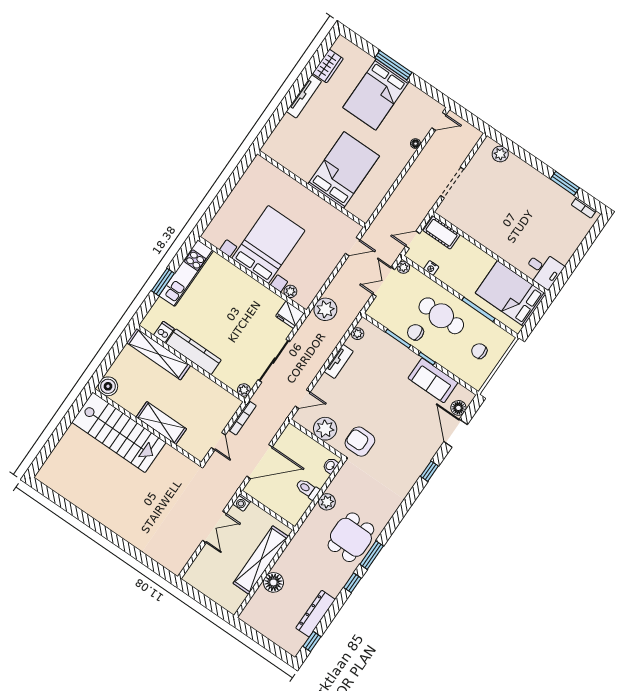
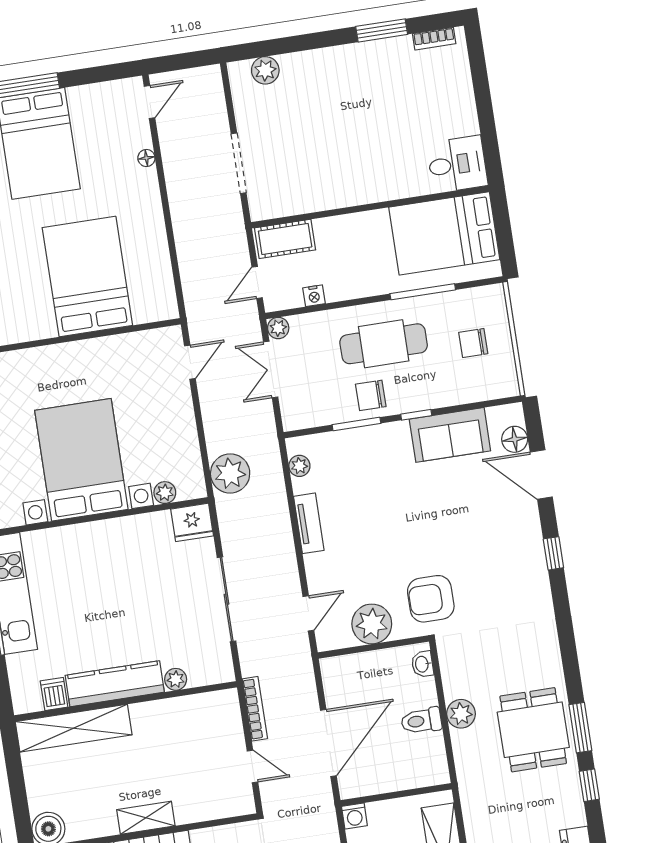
plant: (244, 390) -> (176, 679), moved
shelving: (161, 423) -> (146, 818), width x0.67, depth x0.75

